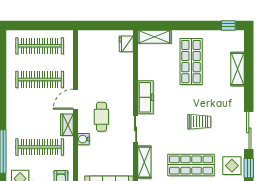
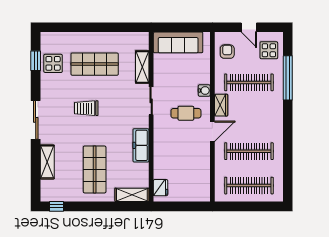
freezer: (146, 97) -> (141, 145), moved
cafe table: (101, 117) -> (186, 113), turned 90
sliding door: (249, 130) -> (36, 120), moved

